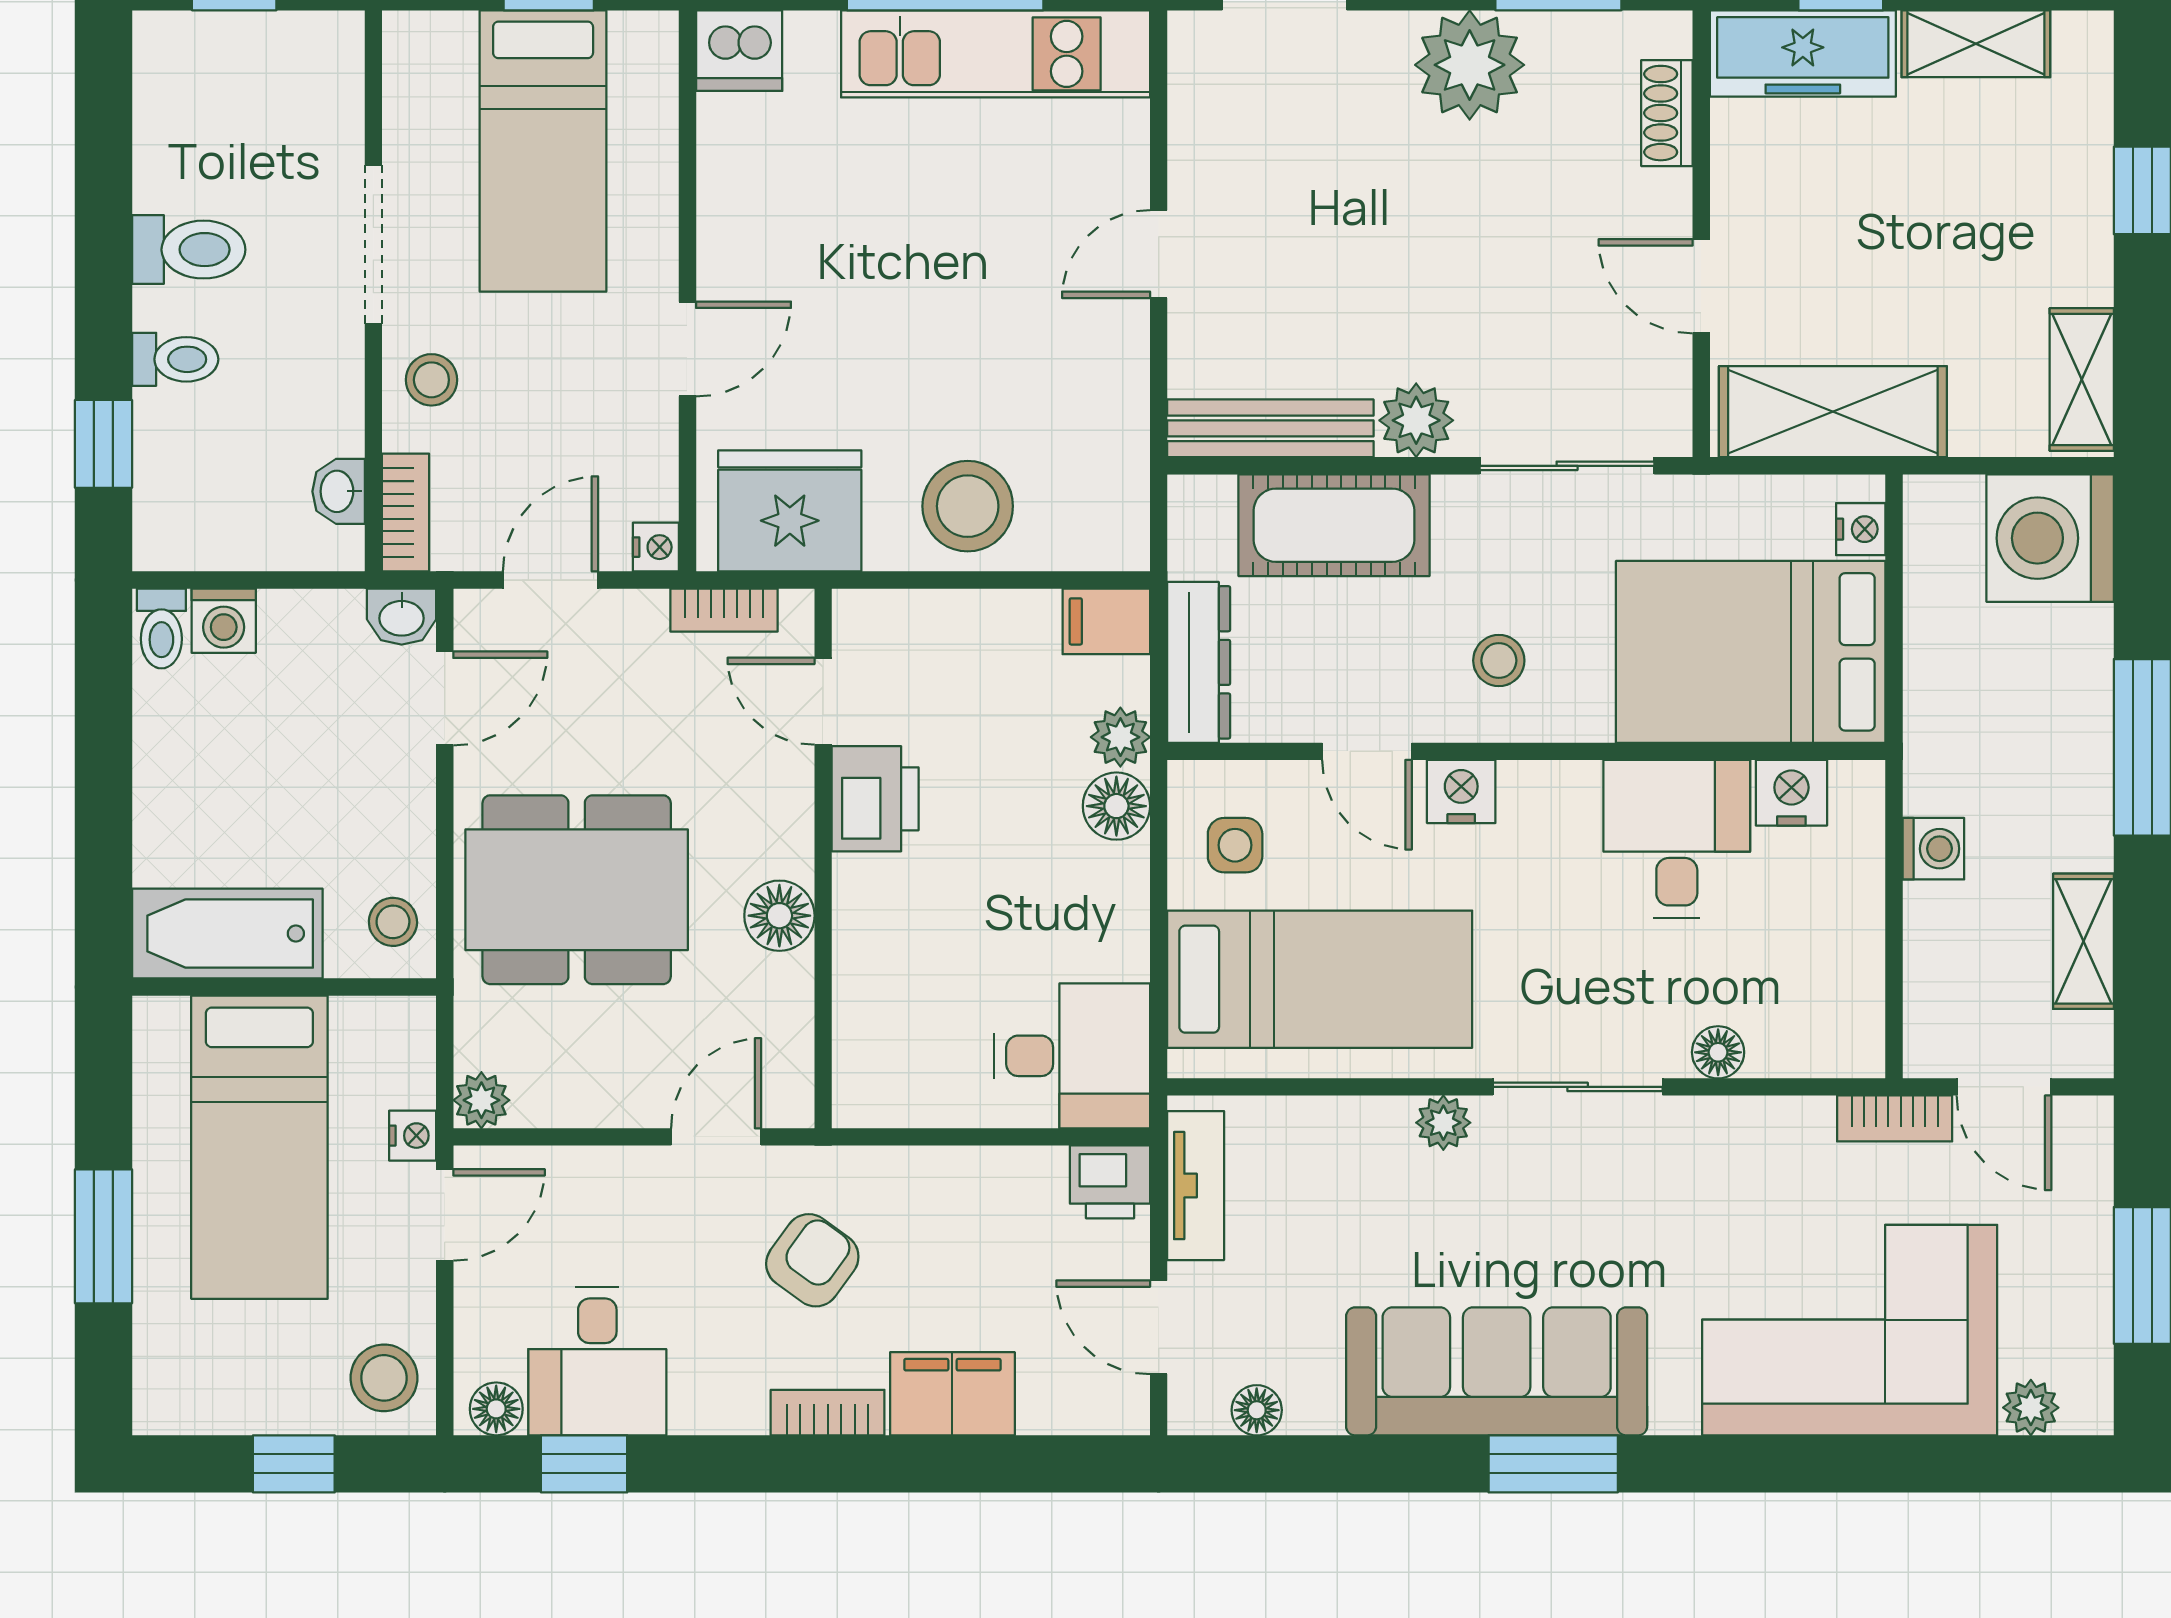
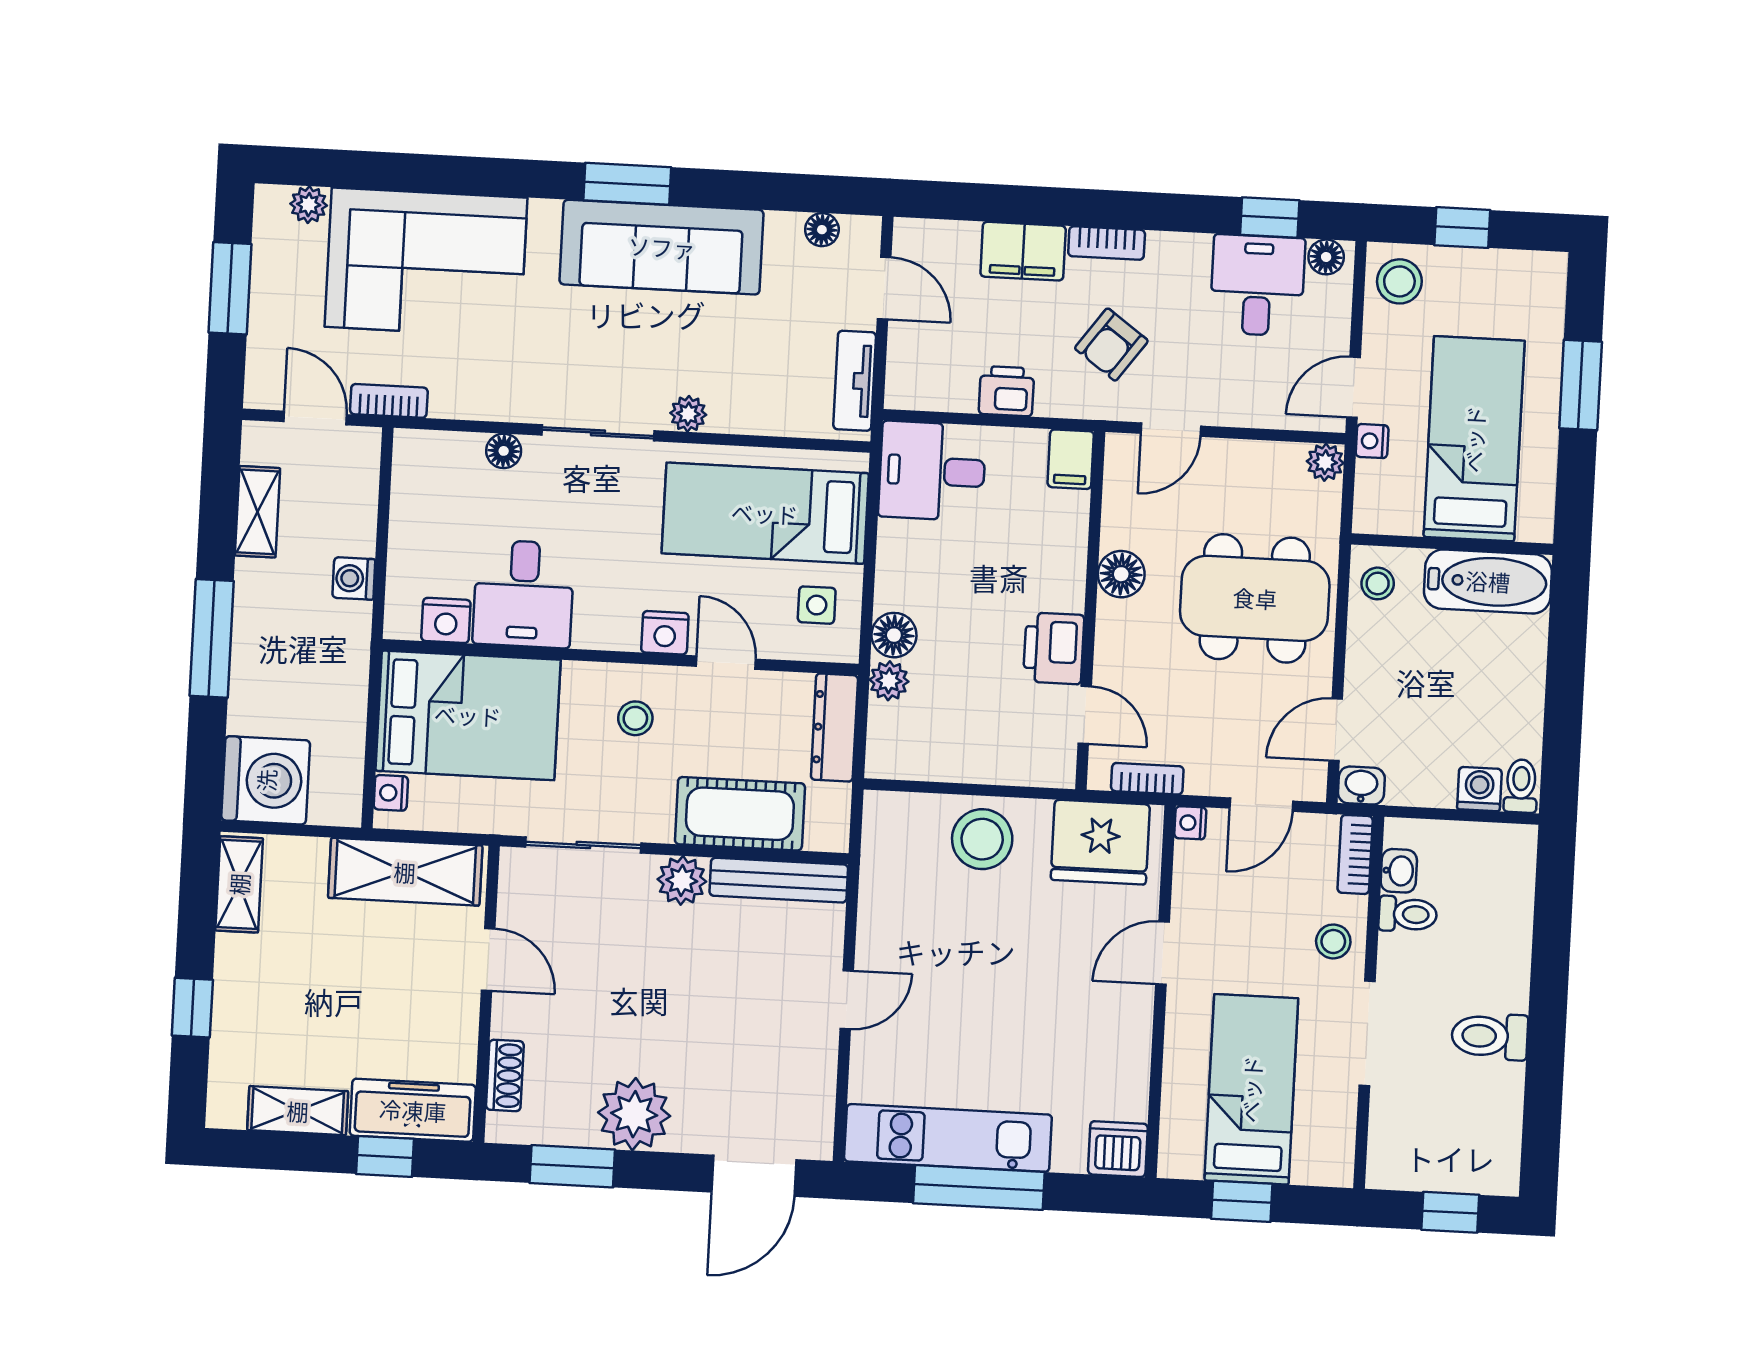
toilet: (175, 359) -> (1408, 914), moved, turned 180
window: (103, 444) -> (1553, 910), removed
filing cabinet: (1106, 621) -> (1071, 459), moved, turned 90
printer: (1110, 1182) -> (1006, 391), moved

